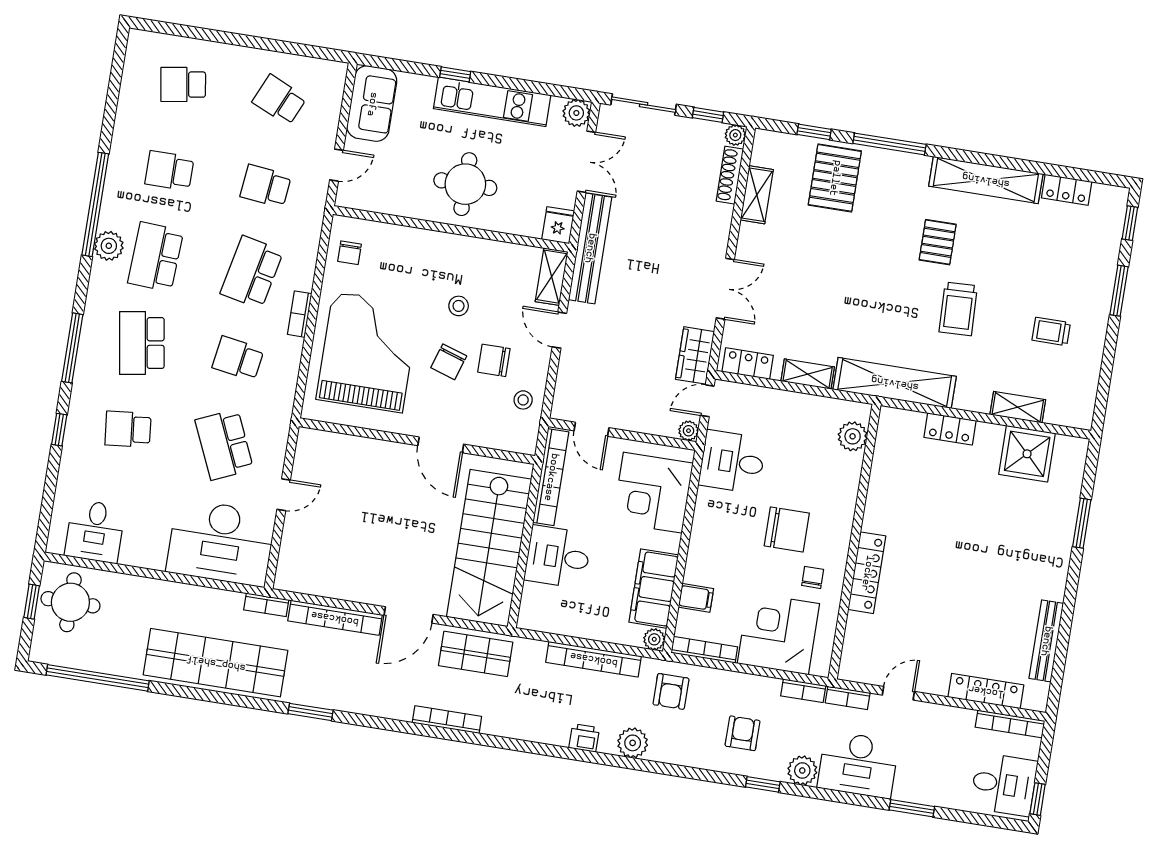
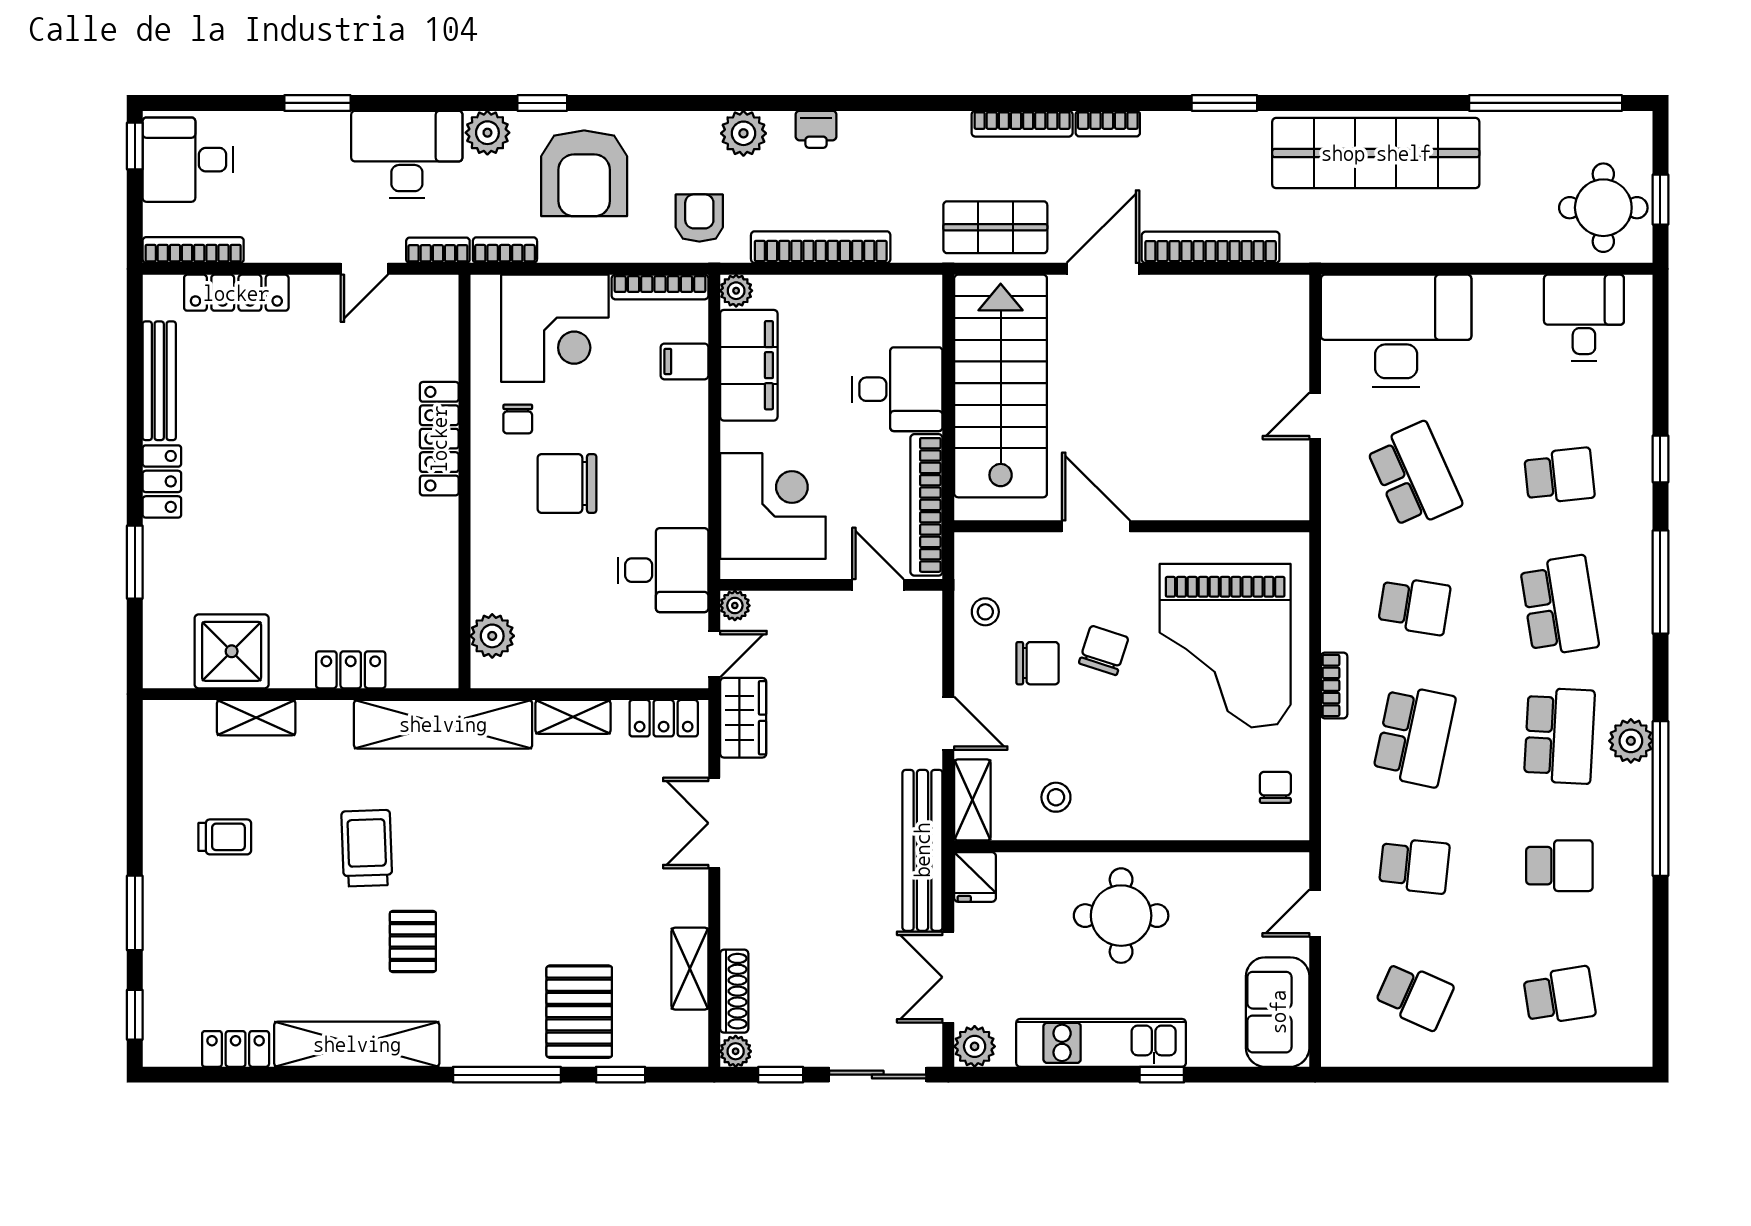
stool: (459, 306) -> (1056, 797), moved
locker: (1055, 574) -> (162, 481), added
bookcase: (266, 605) -> (1108, 124), moved, turned 180
armchair: (743, 733) -> (584, 173), width x1.88, depth x1.88

